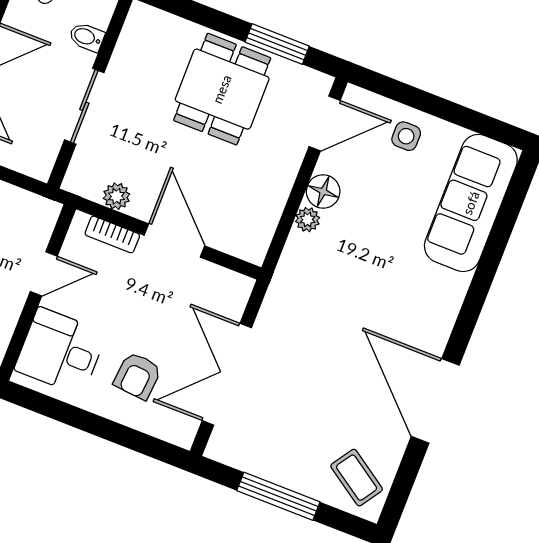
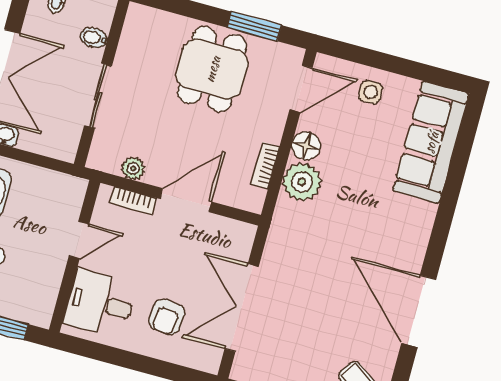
bookcase: (273, 210) -> (265, 166), added
plant: (308, 220) -> (302, 182), width x1.88, depth x1.88
door: (174, 240) -> (186, 200), hinge flipped

